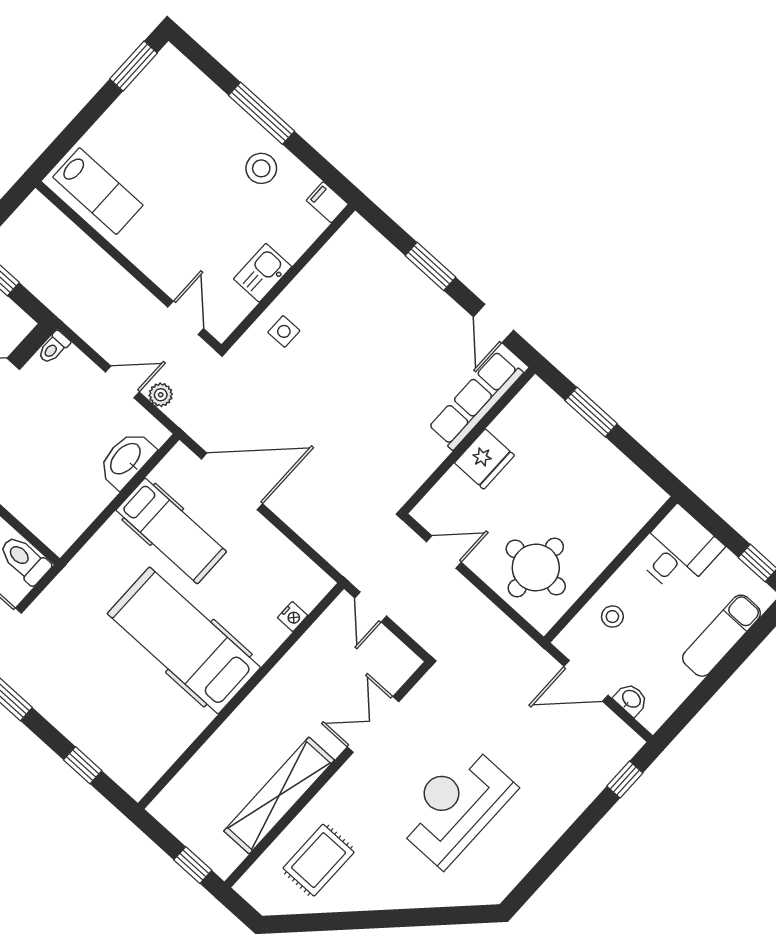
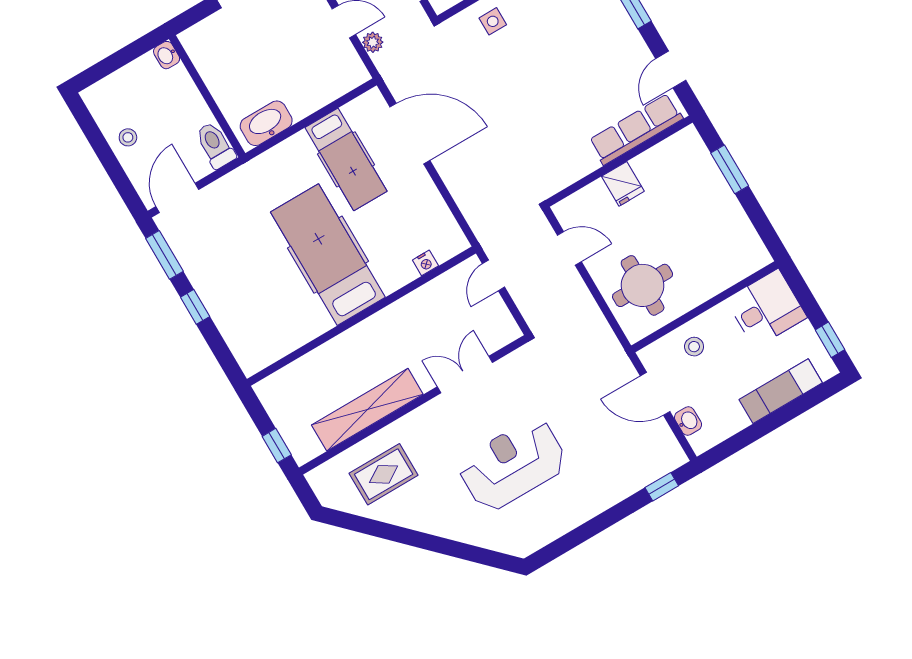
washbasin: (126, 459) -> (266, 123), moved
fridge: (485, 459) -> (623, 184), width x0.72
window: (83, 765) -> (195, 307), moved

